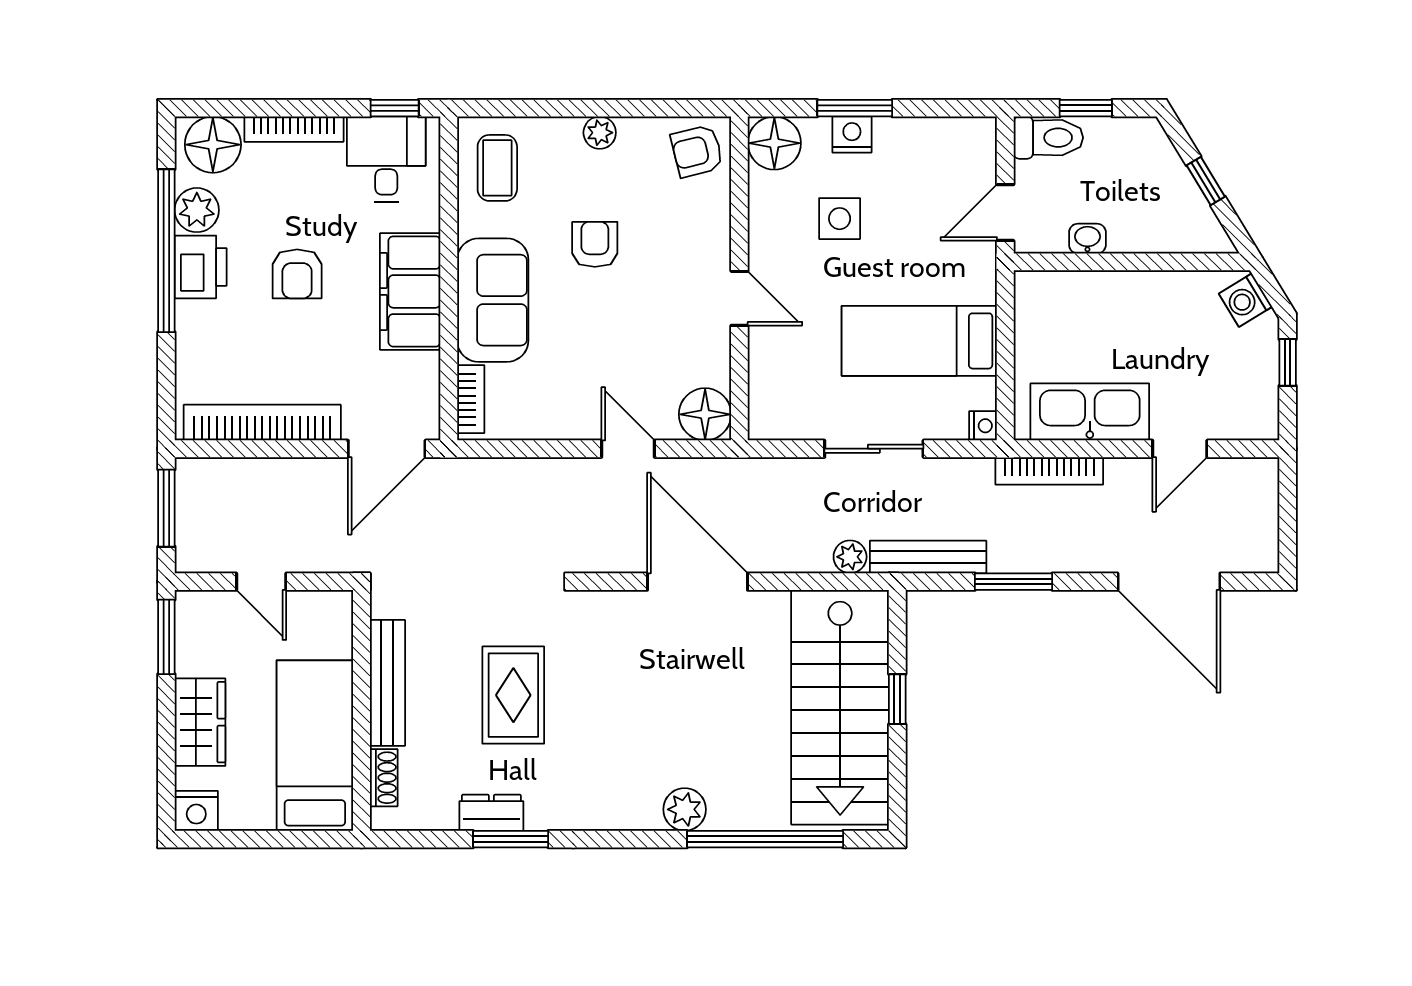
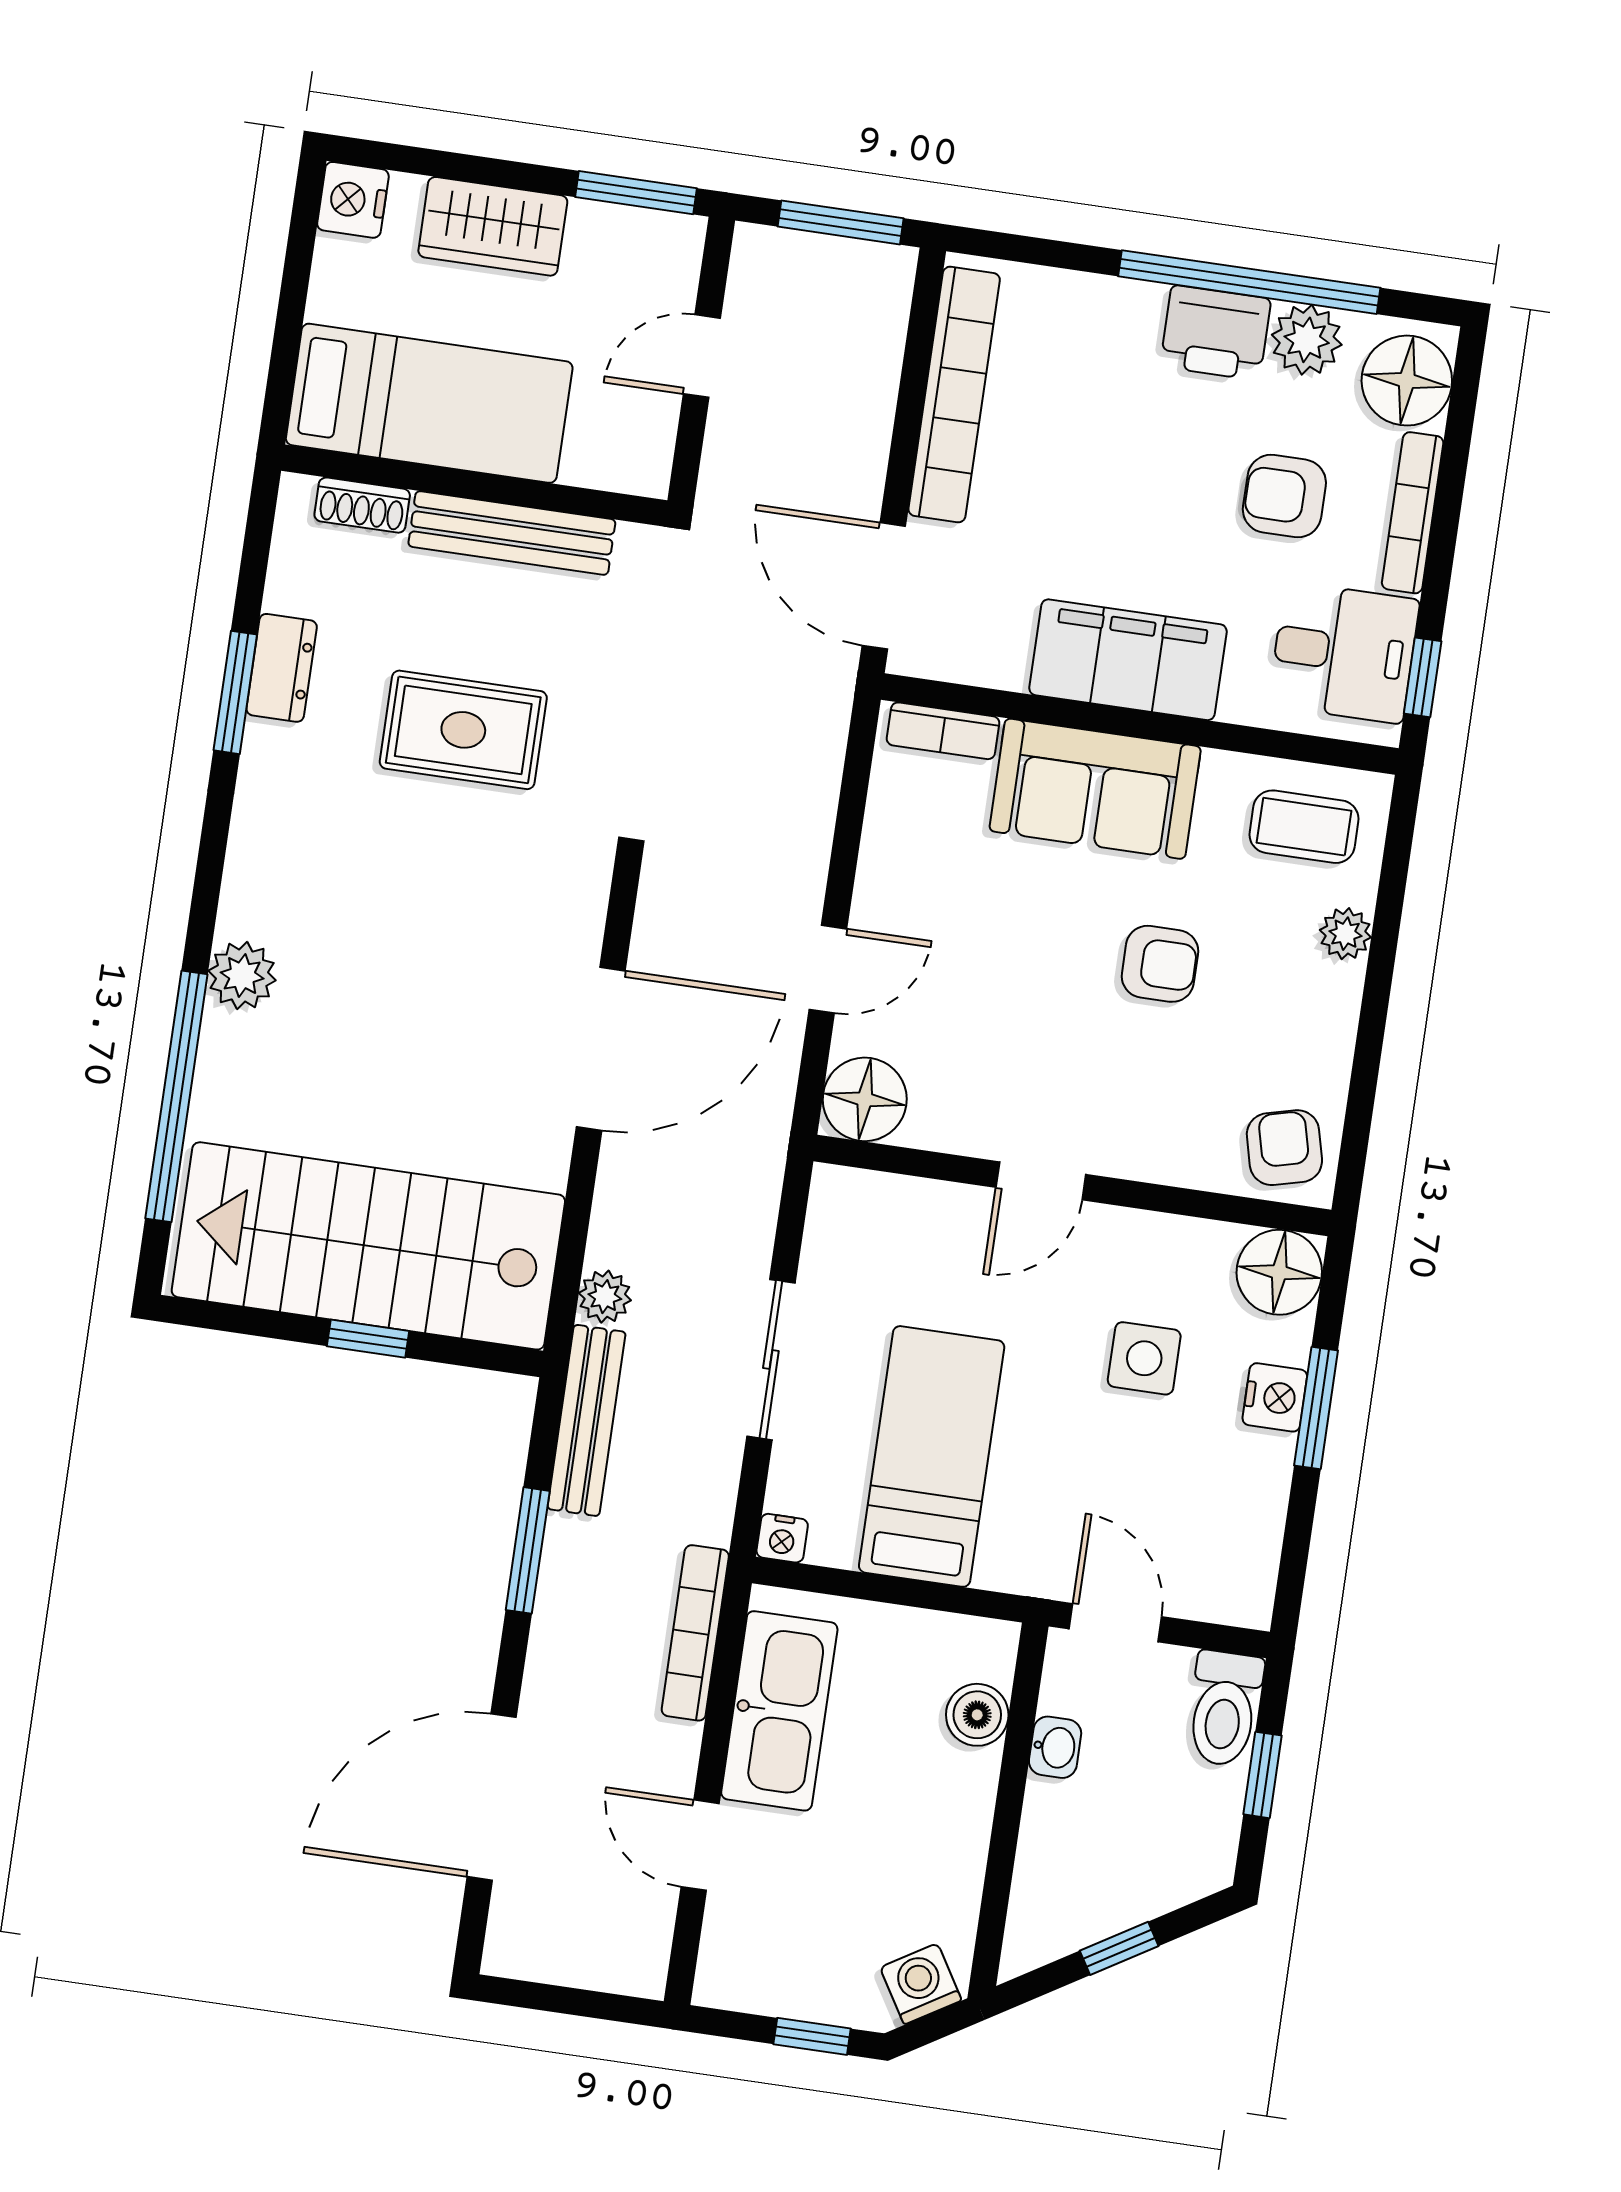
plant: (600, 133) -> (1345, 934), moved
armchair: (297, 274) -> (1284, 496), moved
boiler: (1074, 290) -> (977, 1715), added

